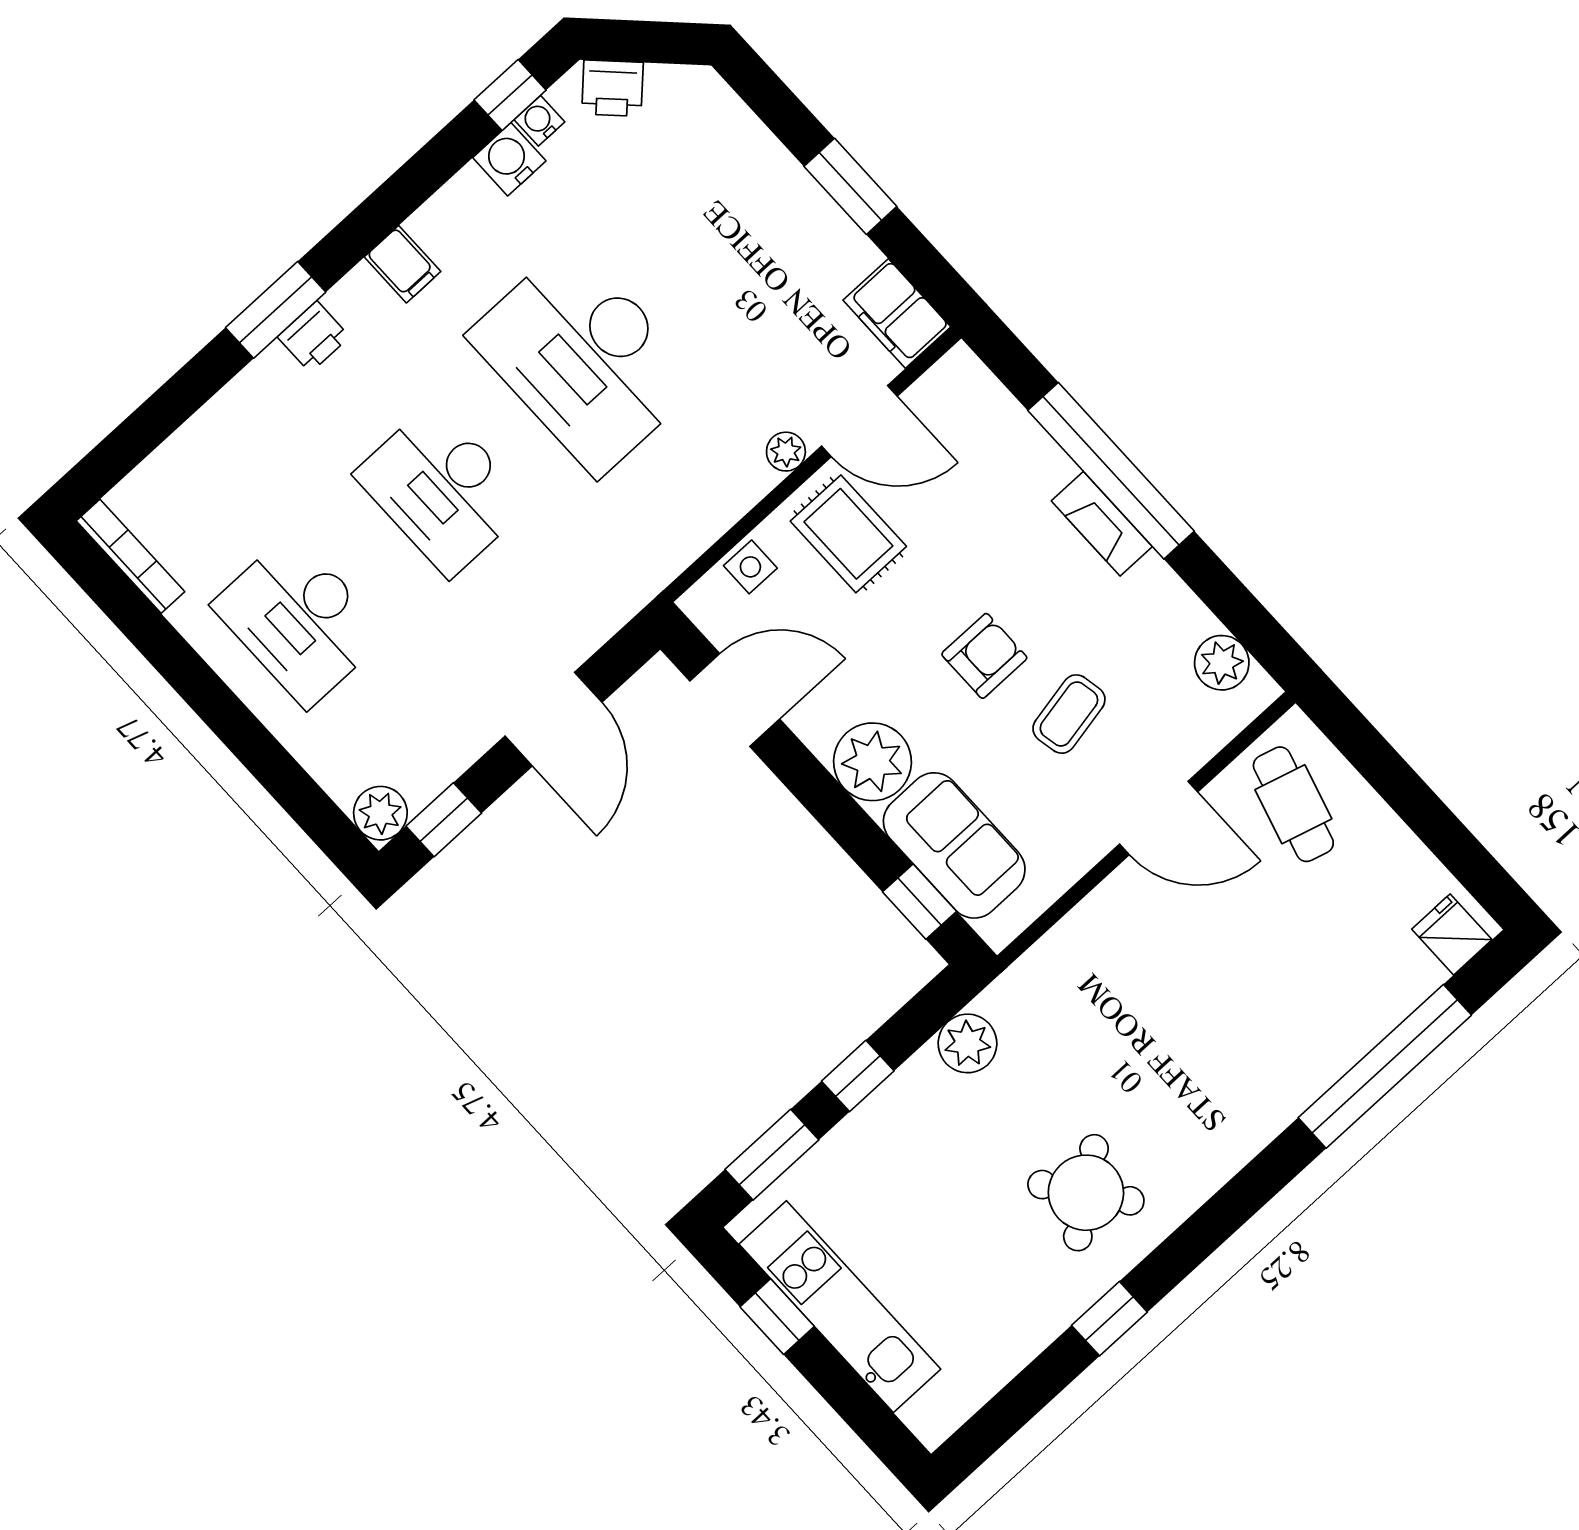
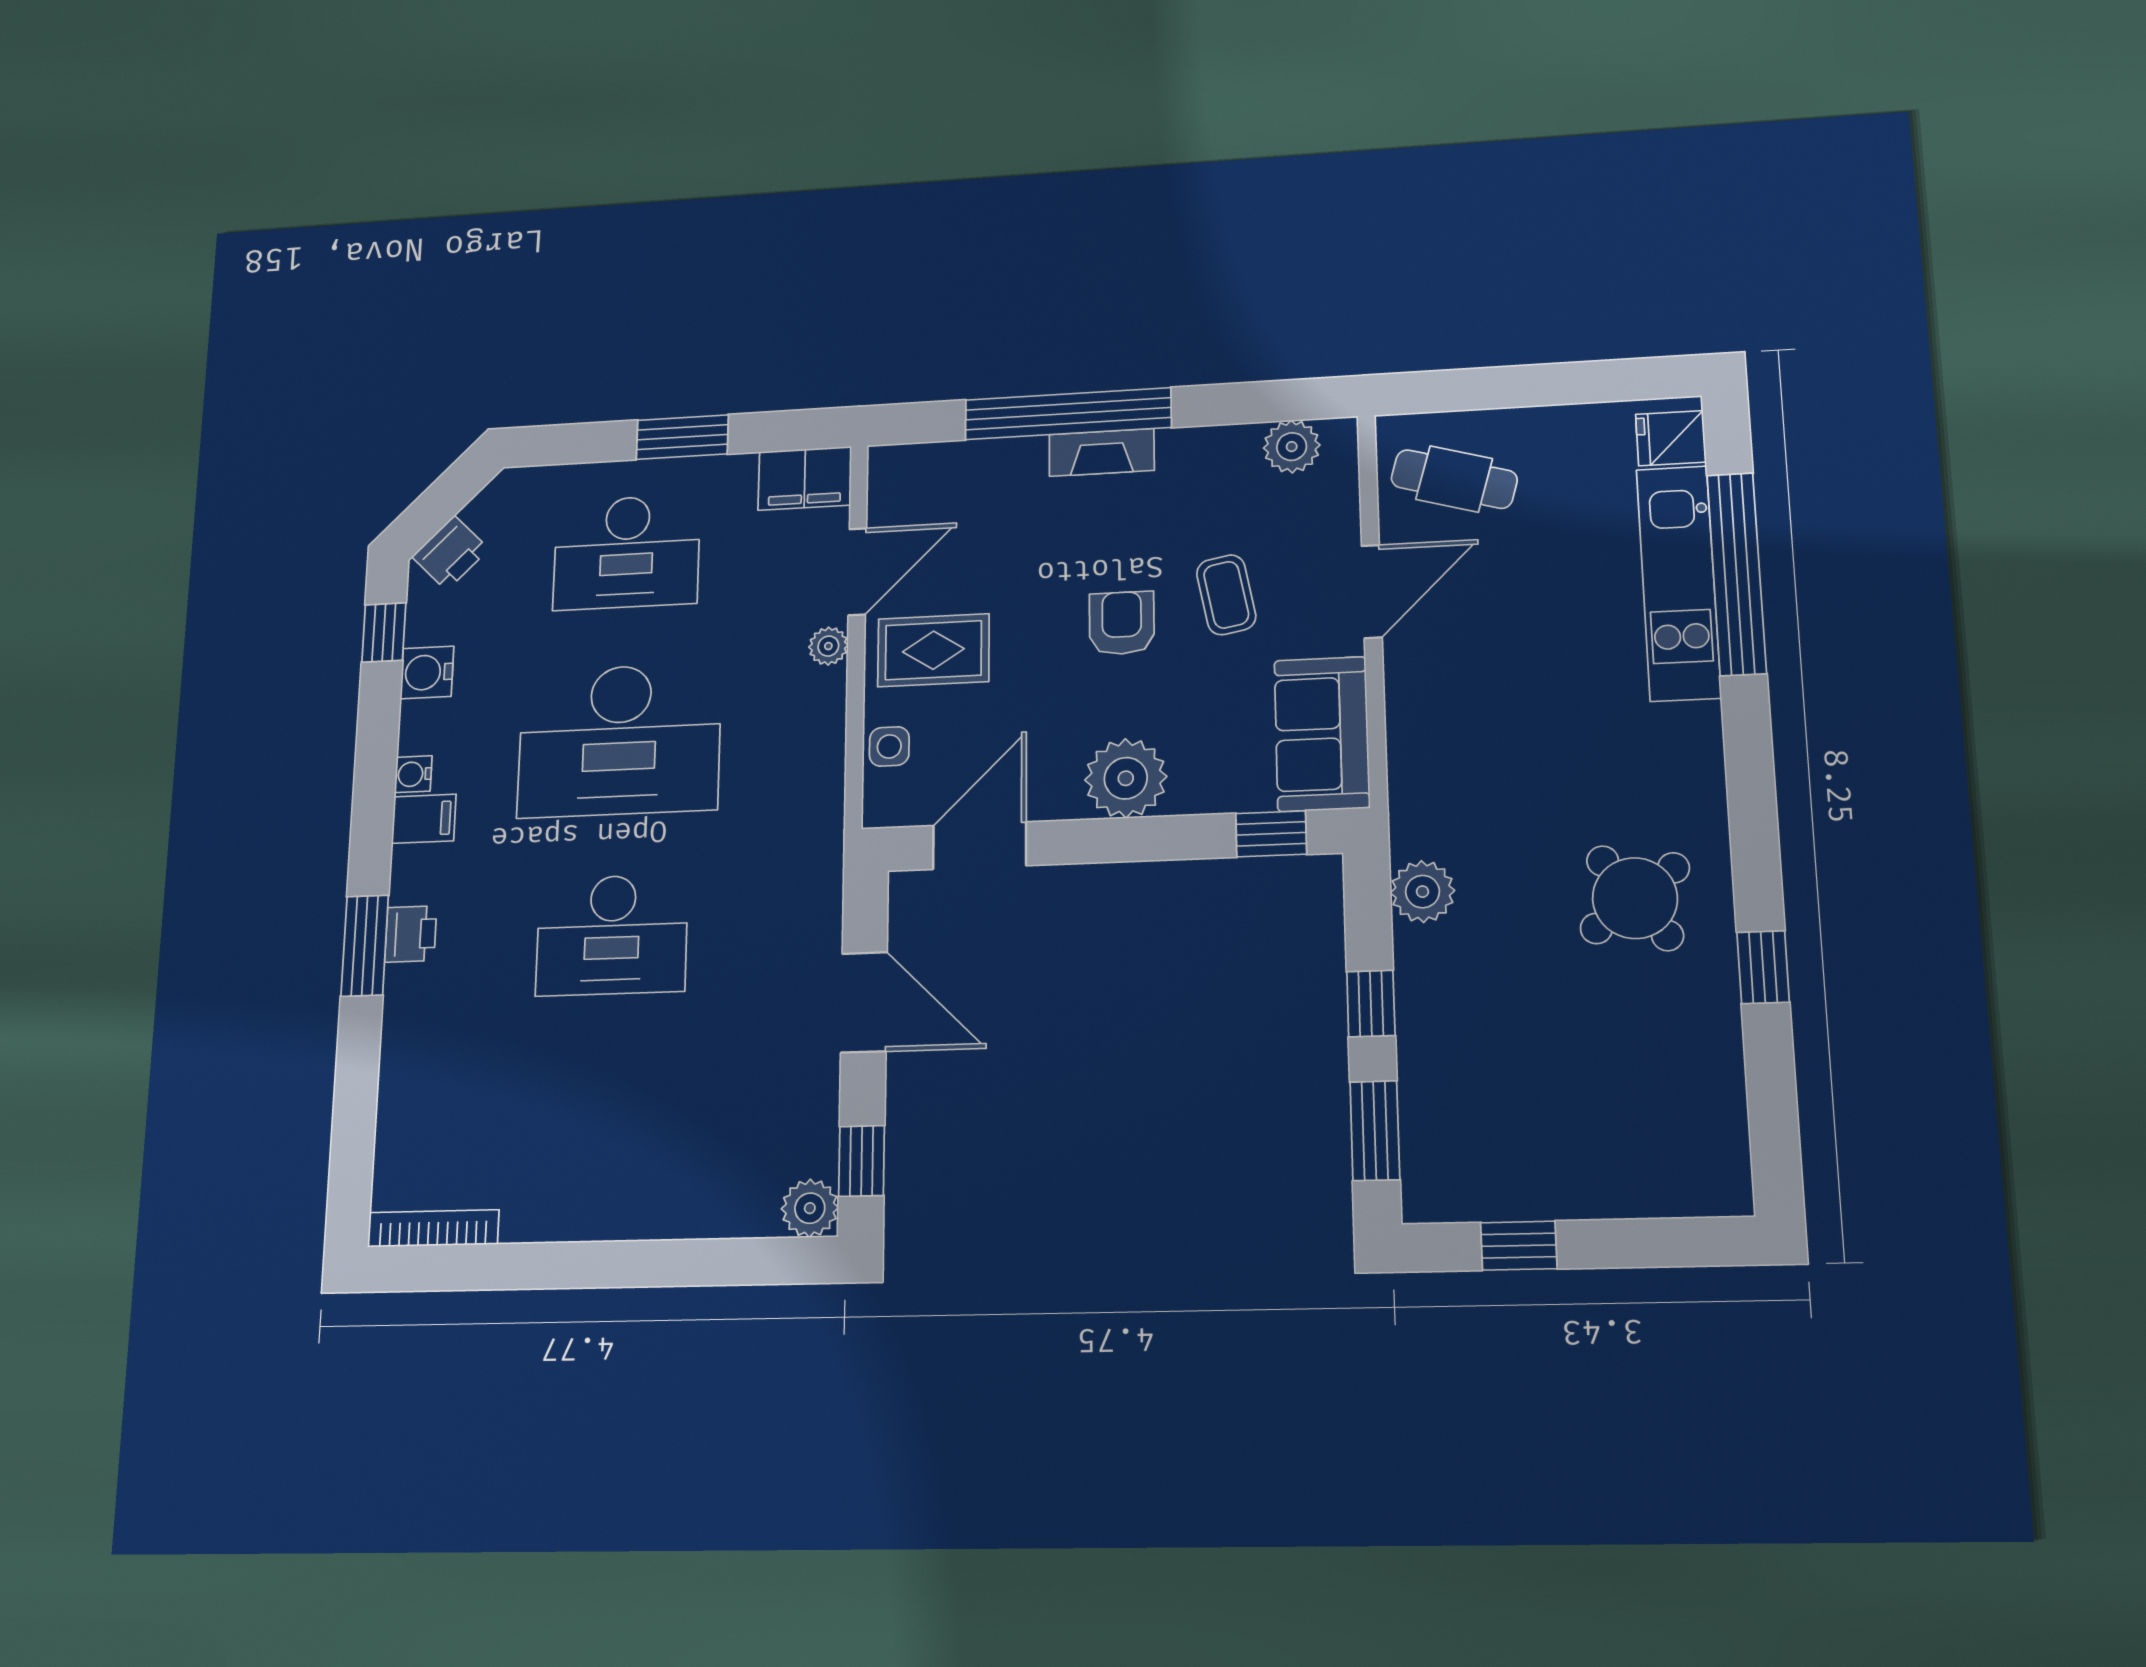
water cooler: (539, 121) -> (413, 774), moved
desk: (300, 620) -> (627, 552), moved
sofa: (954, 845) -> (1322, 734), moved, turned -90
kitchen unit: (840, 1307) -> (1679, 583), moved, turned -90

